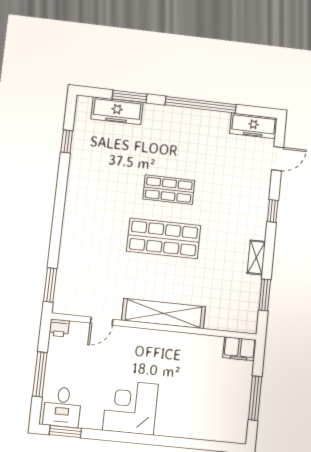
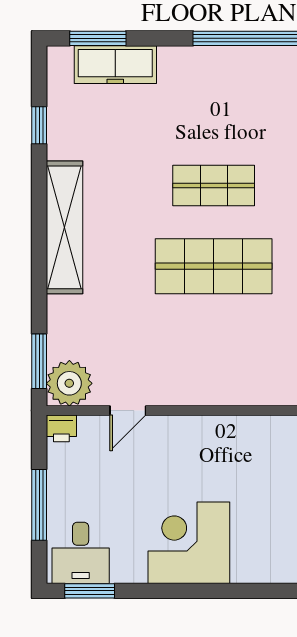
window: (129, 96) -> (98, 38), moved
plant: (67, 301) -> (69, 383), added
shelving: (164, 314) -> (65, 227), moved, turned 90

